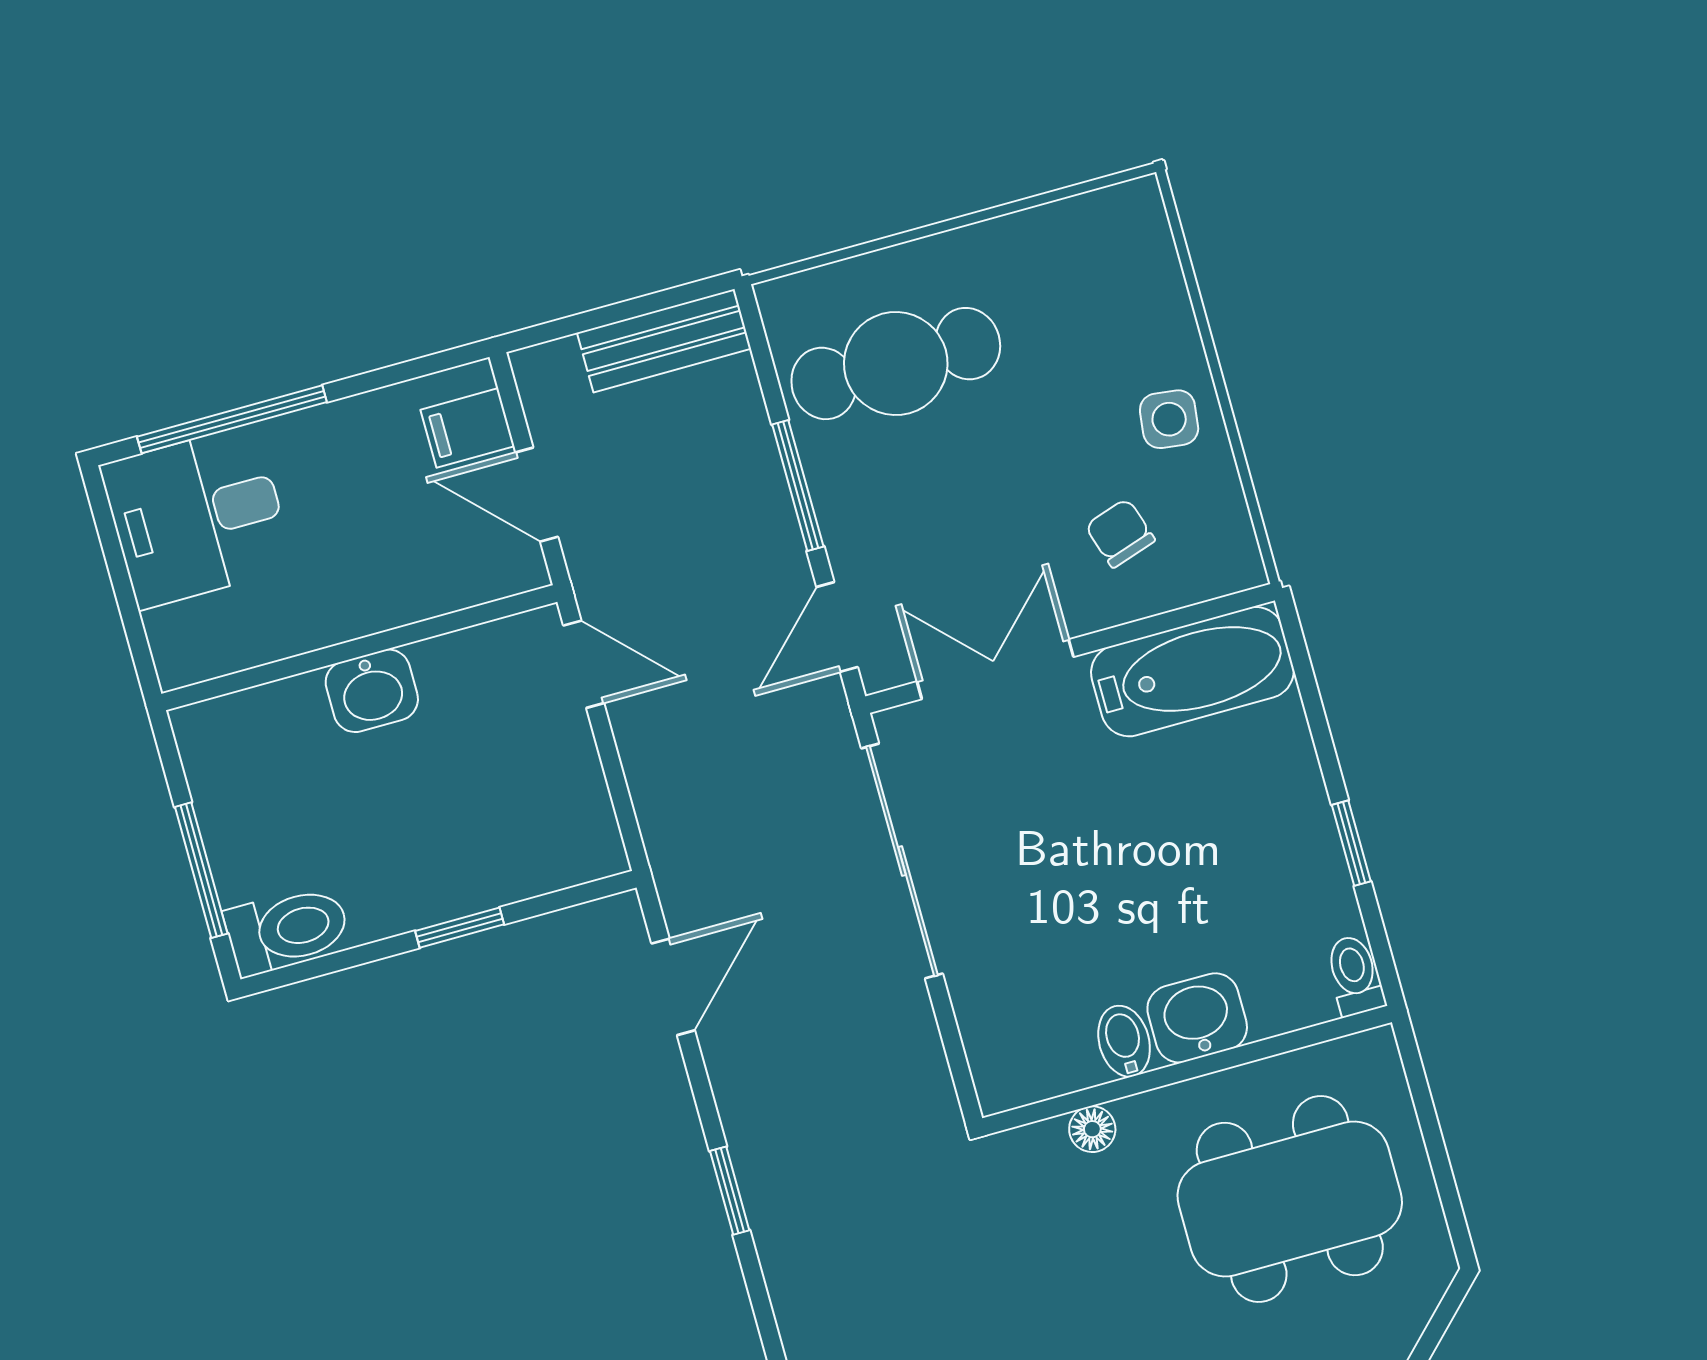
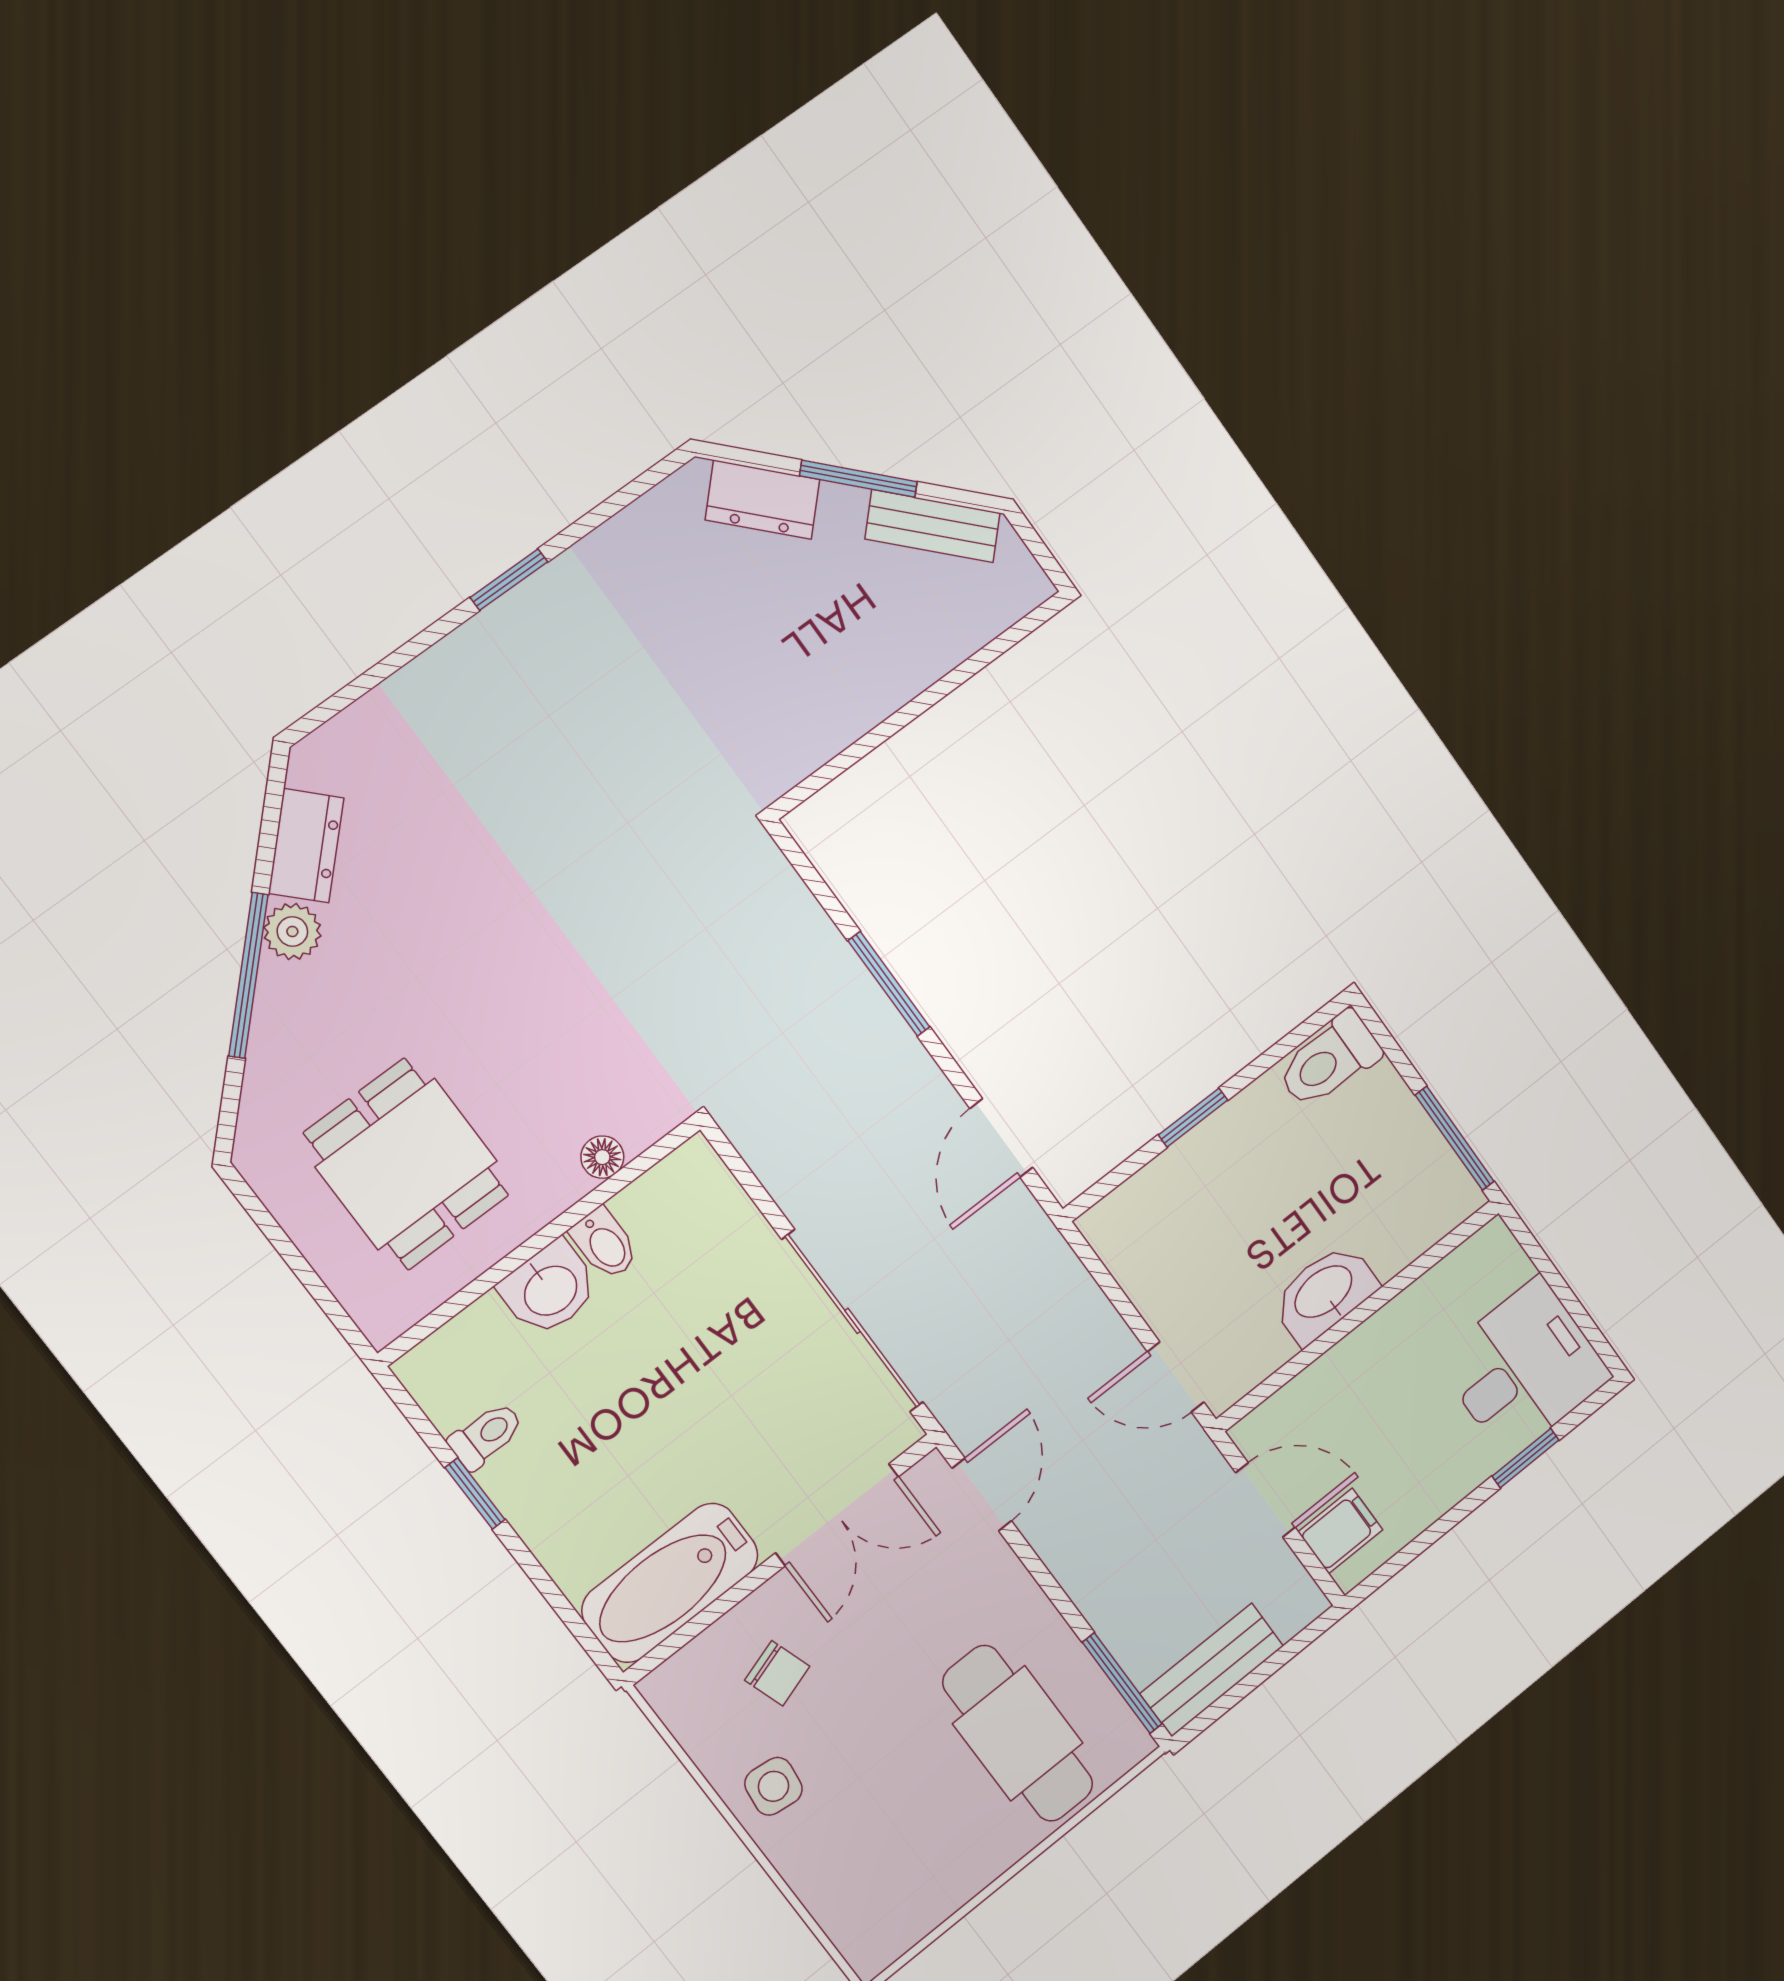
cafe table: (896, 364) -> (1018, 1733), turned 90
window: (232, 419) -> (1526, 1458), width x0.46
window: (798, 485) -> (1122, 1683), moved
washbasin: (372, 691) -> (1324, 1293), width x1.38
window: (201, 870) -> (1455, 1138), moved
toilet: (1355, 975) -> (486, 1435), moved, turned -90
window: (730, 1191) -> (889, 984), width x1.50
dining table: (1290, 1199) -> (406, 1164), width x0.73

